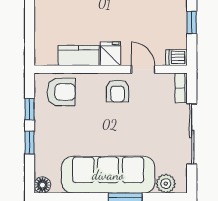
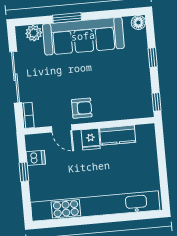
dishwasher: (177, 57) -> (36, 158), moved
armchair: (118, 91) -> (82, 108), turned 90
armchair: (61, 92) -> (130, 103), removed
window: (30, 109) -> (157, 102), moved

